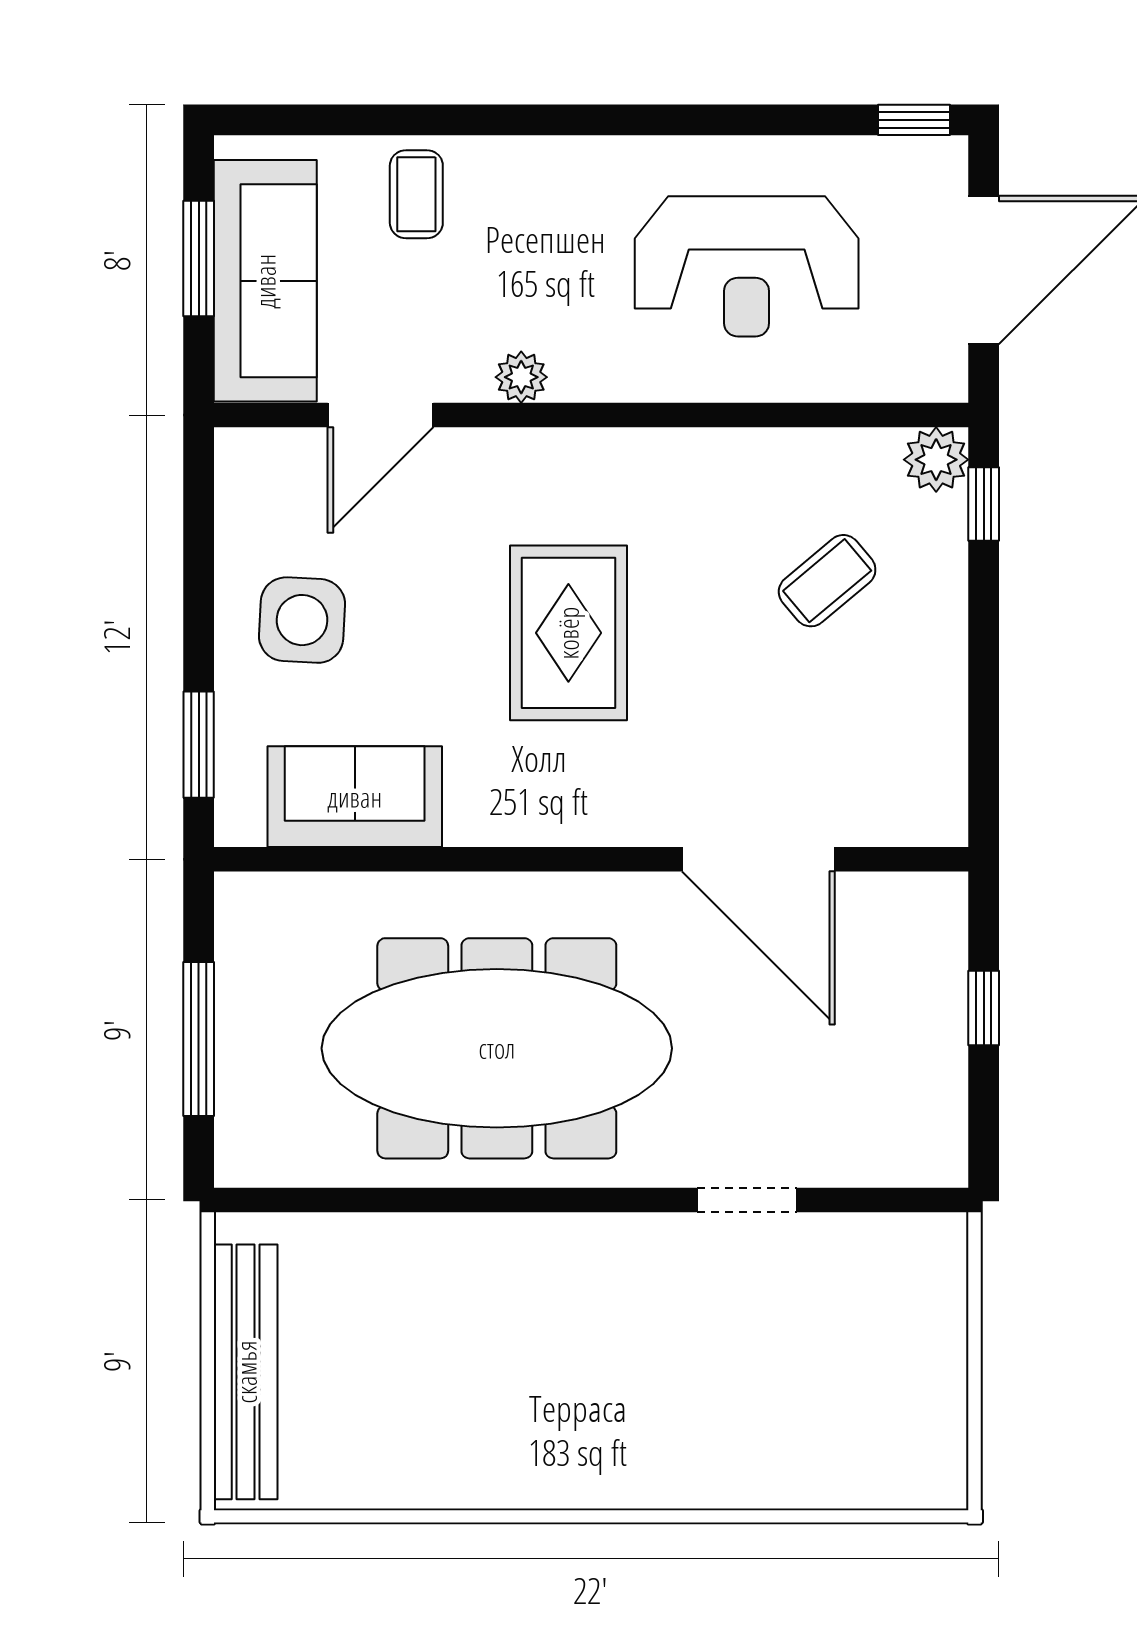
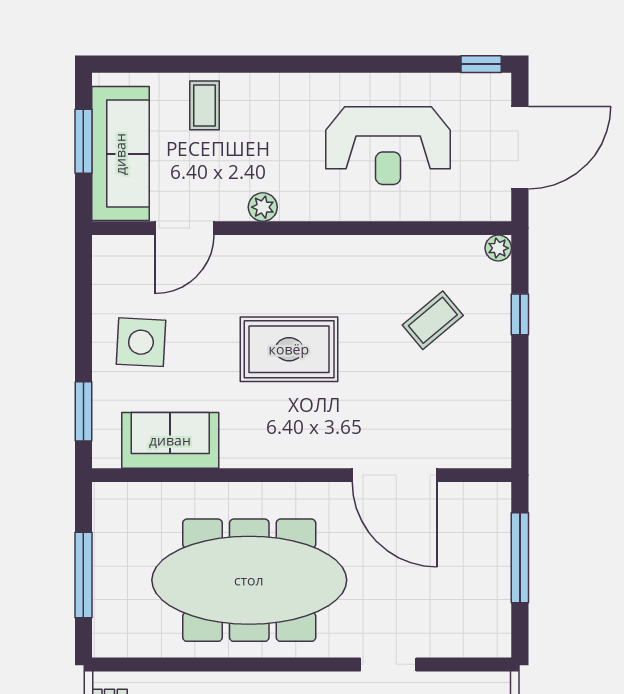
plant: (936, 460) -> (498, 248), width x0.73, depth x0.73
window: (984, 504) -> (520, 314), moved
rug: (568, 633) -> (289, 349), turned 90
window: (984, 1008) -> (520, 558), width x2.17

